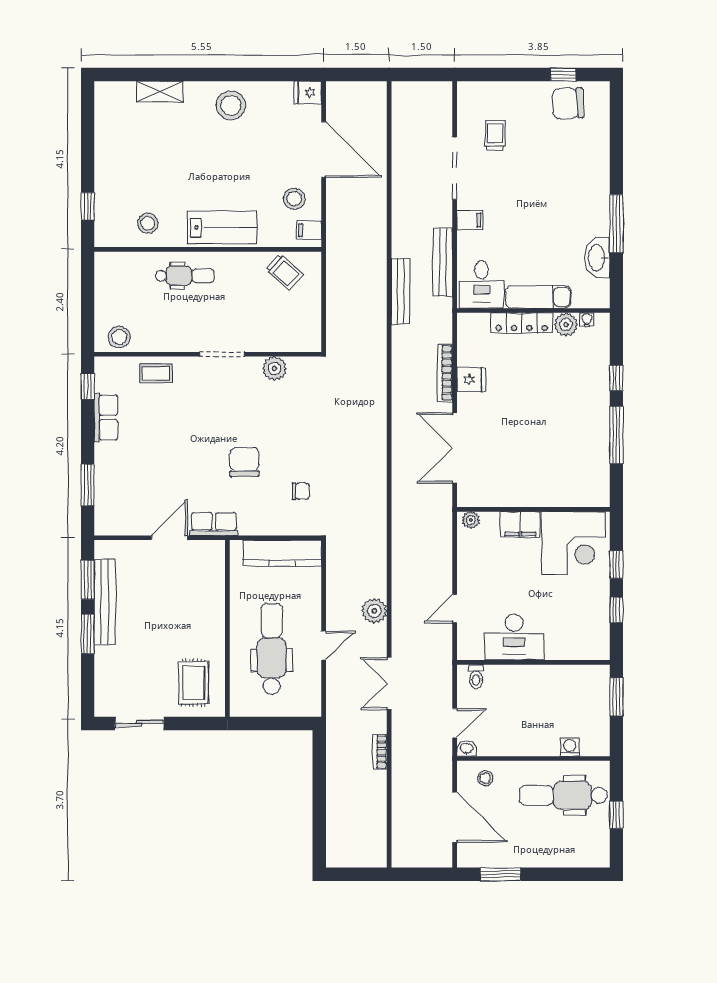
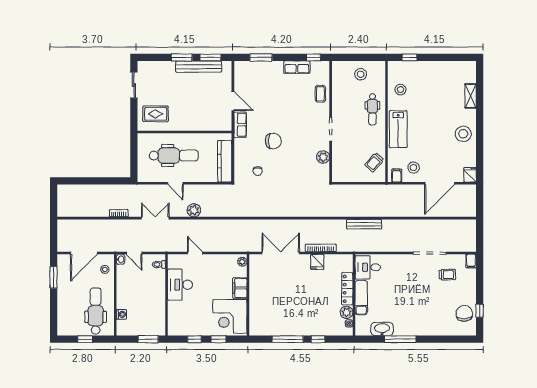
filing cabinet: (470, 220) -> (471, 261), moved
bench: (443, 262) -> (380, 247), removed
stool: (119, 337) -> (361, 74), moved

